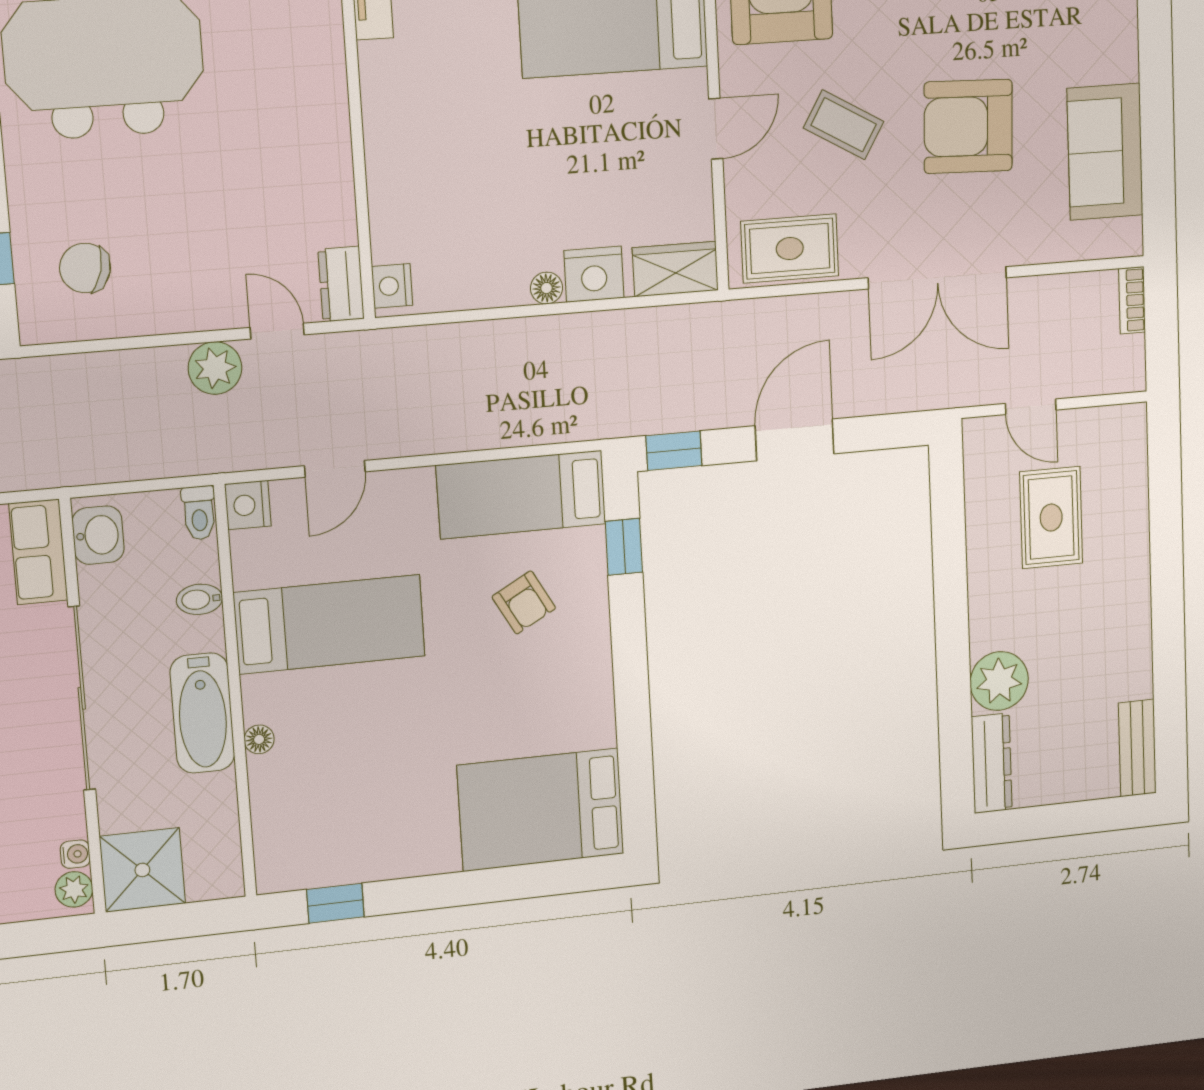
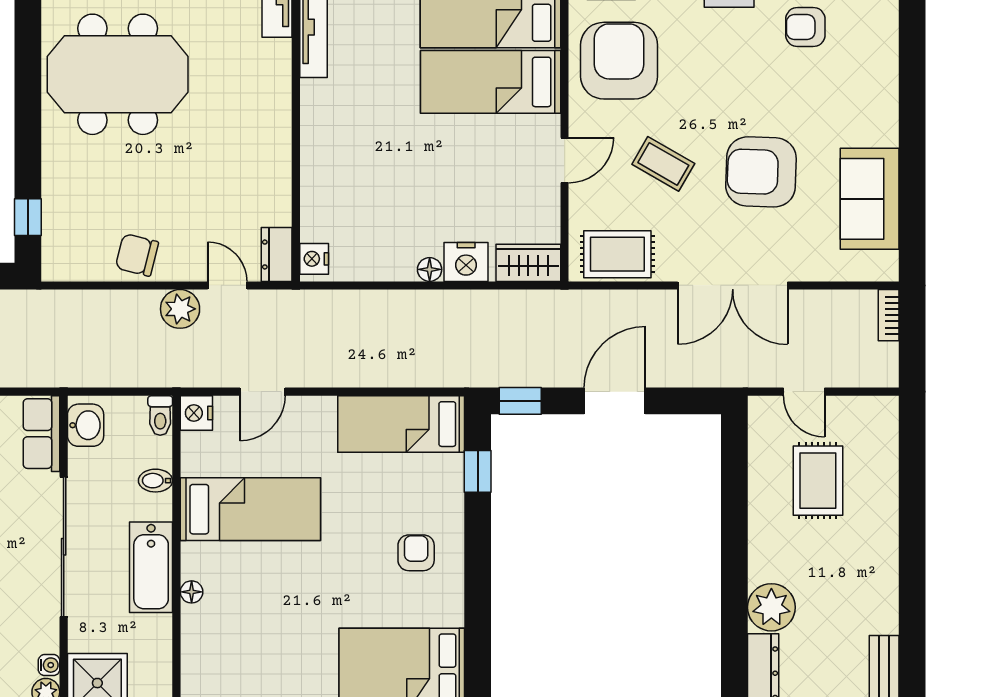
chair: (85, 268) -> (137, 255), moved
armchair: (524, 602) -> (416, 553), moved, turned -151

